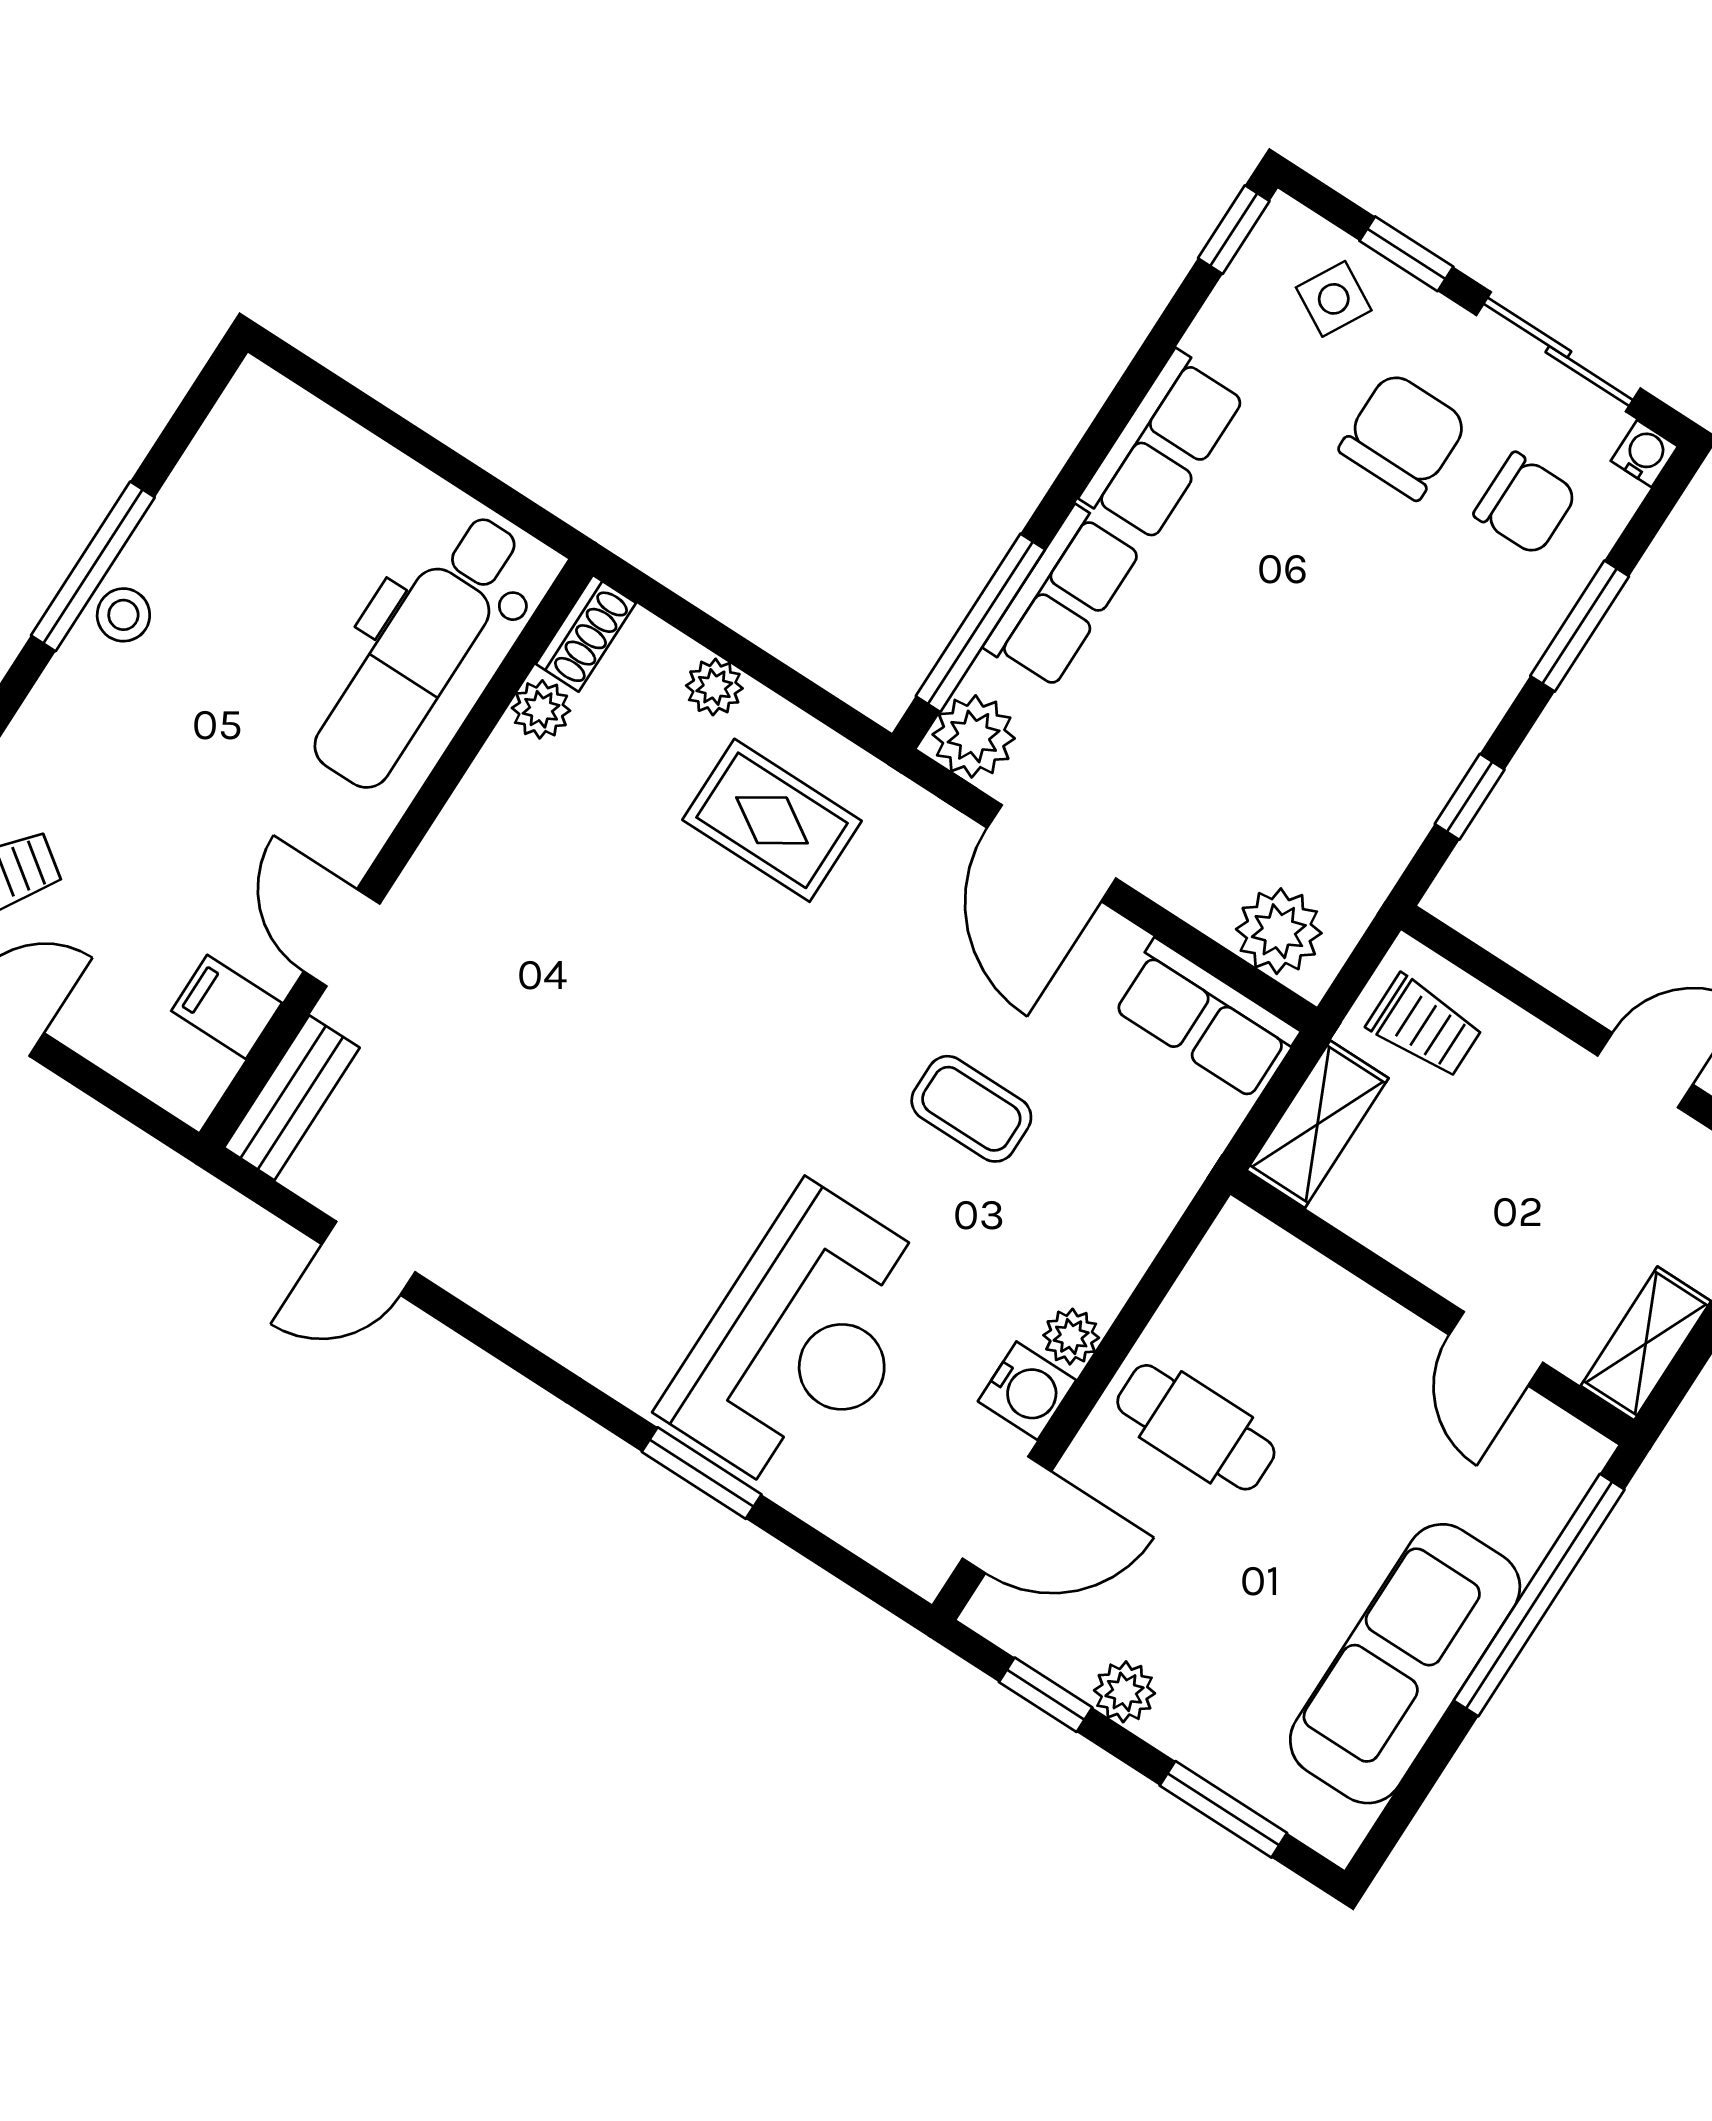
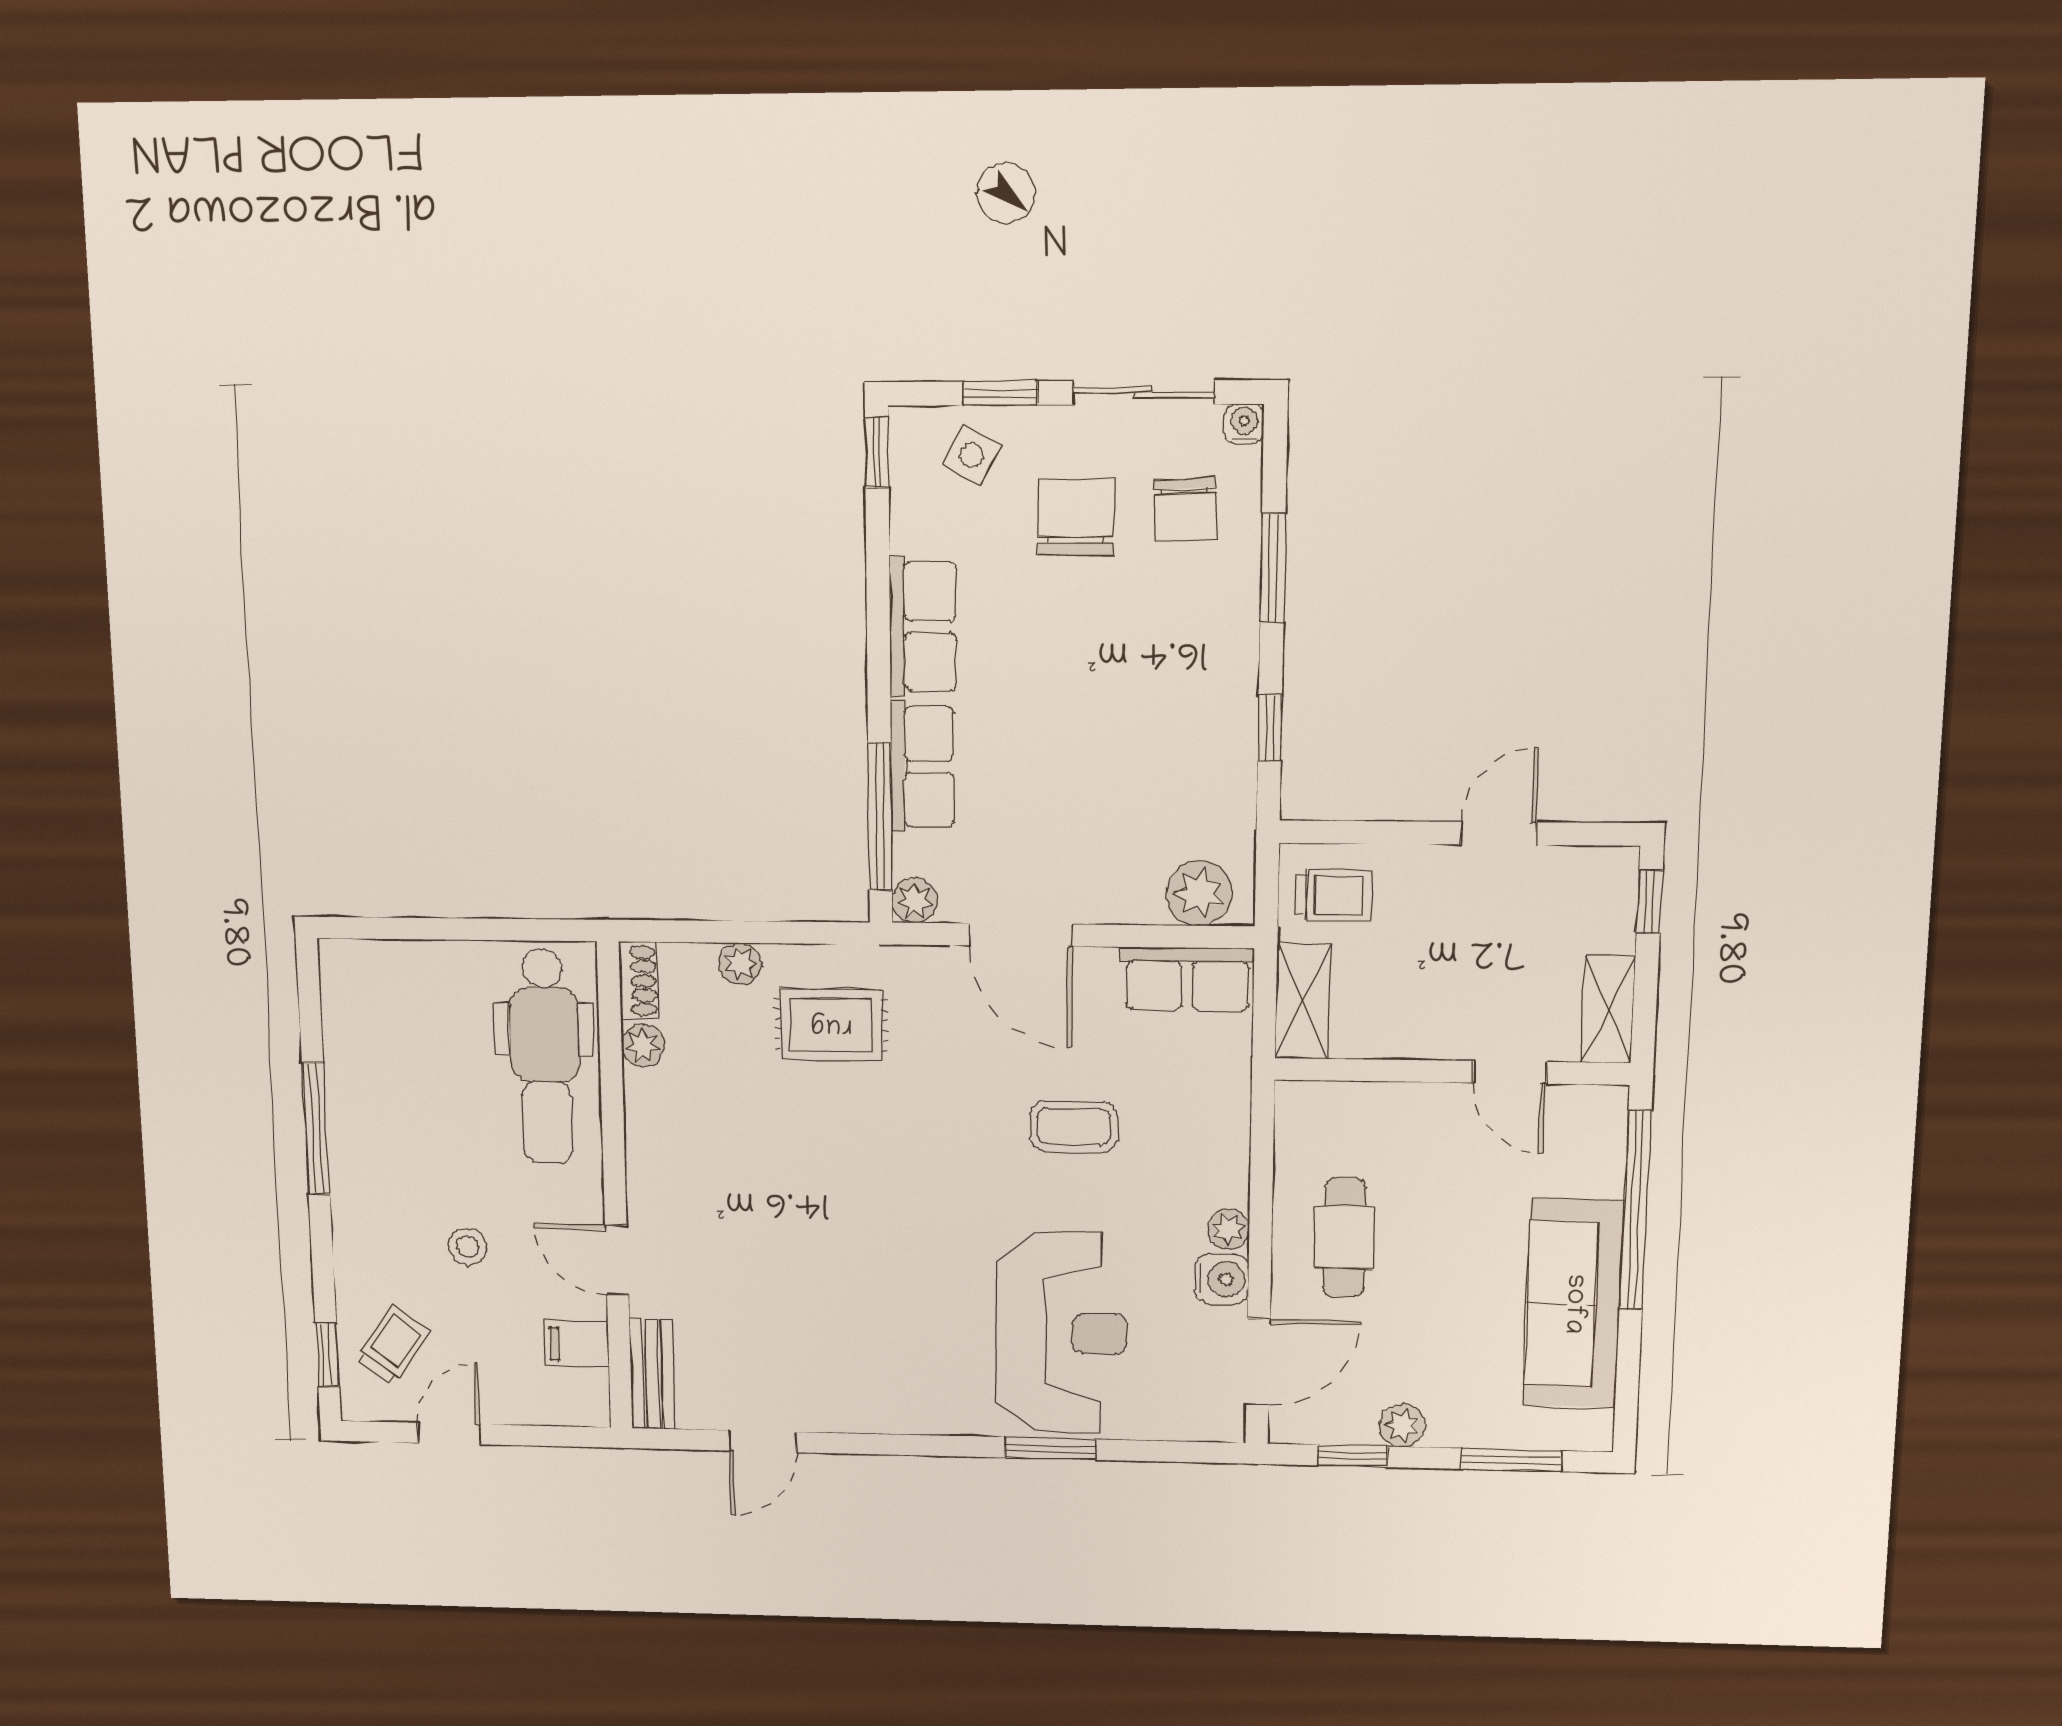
chair: (1526, 504) -> (1185, 510), turned 87
stool: (123, 615) -> (468, 1247), moved
plant: (974, 736) -> (915, 900), width x0.73, depth x0.73
cafe table: (1196, 1427) -> (1344, 1238), turned 90

